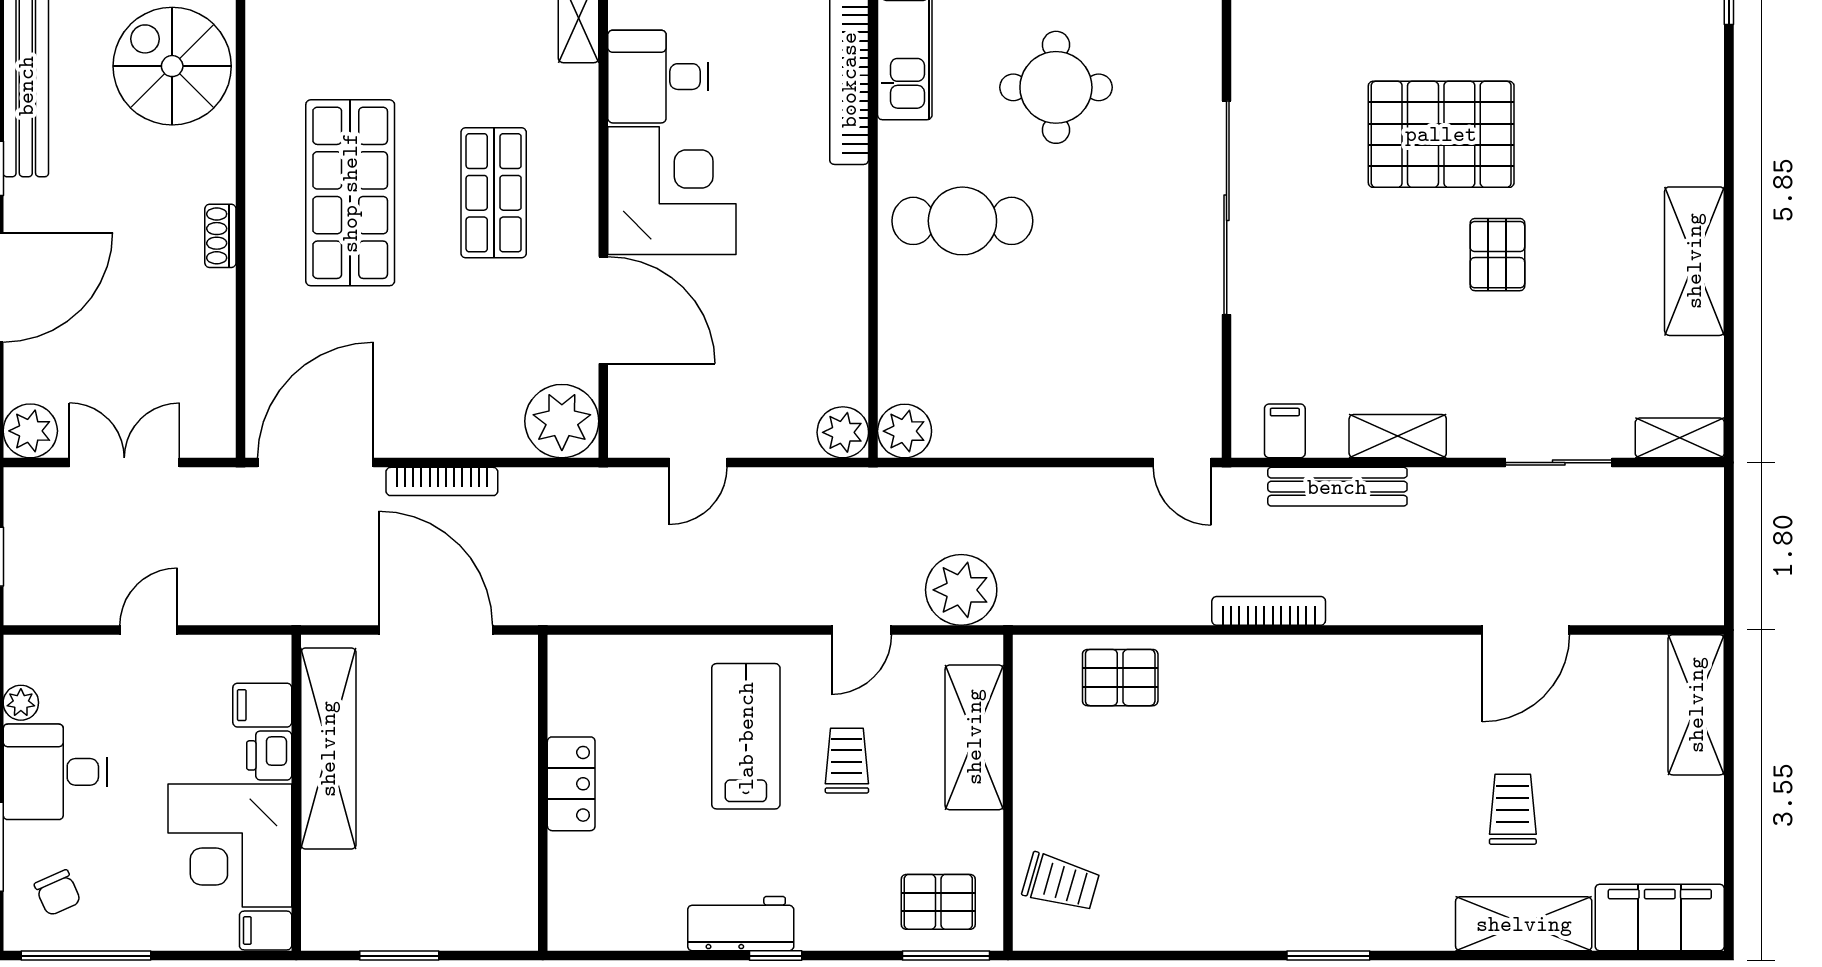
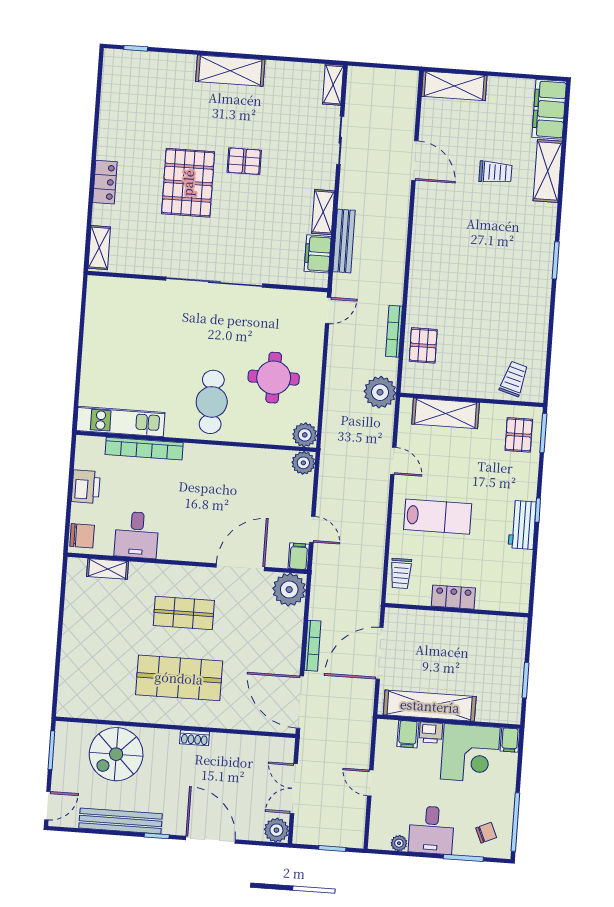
round table: (1056, 87) -> (274, 378), moved
corner desk: (672, 191) -> (189, 532), removed
shelving: (1694, 261) -> (230, 71), moved
filing cabinet: (1285, 431) -> (318, 254), width x2.00
filing cabinet: (636, 437) -> (299, 556), added
plant: (961, 590) -> (380, 392), moved
bookcase: (1269, 611) -> (394, 331), moved
lab bench: (746, 736) -> (438, 517), turned 180
trolley: (847, 761) -> (401, 573), moved, turned -90
trolley: (1513, 809) -> (495, 172), turned 180

